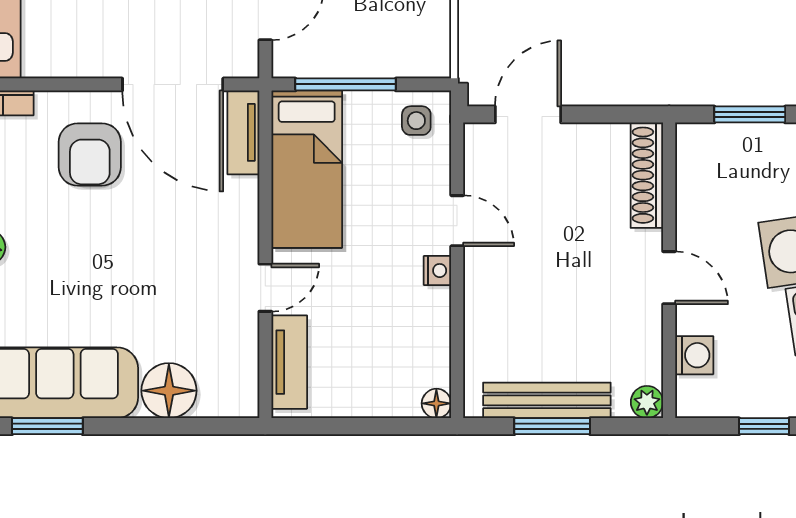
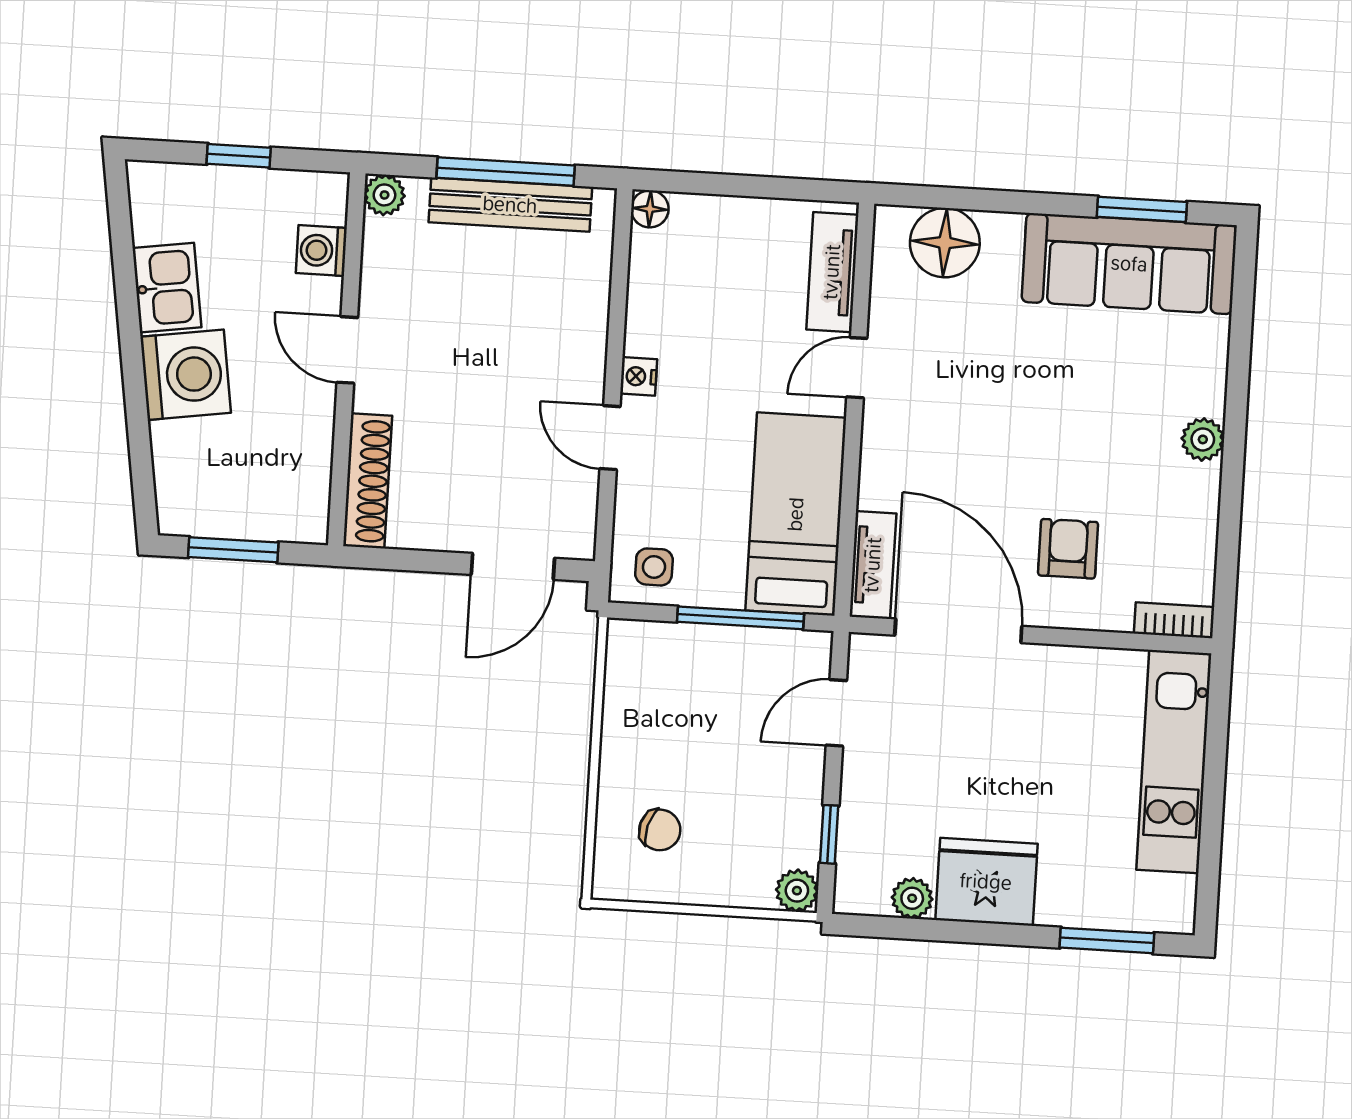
armchair: (90, 154) -> (1068, 549), width x0.72, depth x0.72
floor lamp: (169, 391) -> (945, 243), moved
window: (552, 426) -> (506, 172), width x1.44

